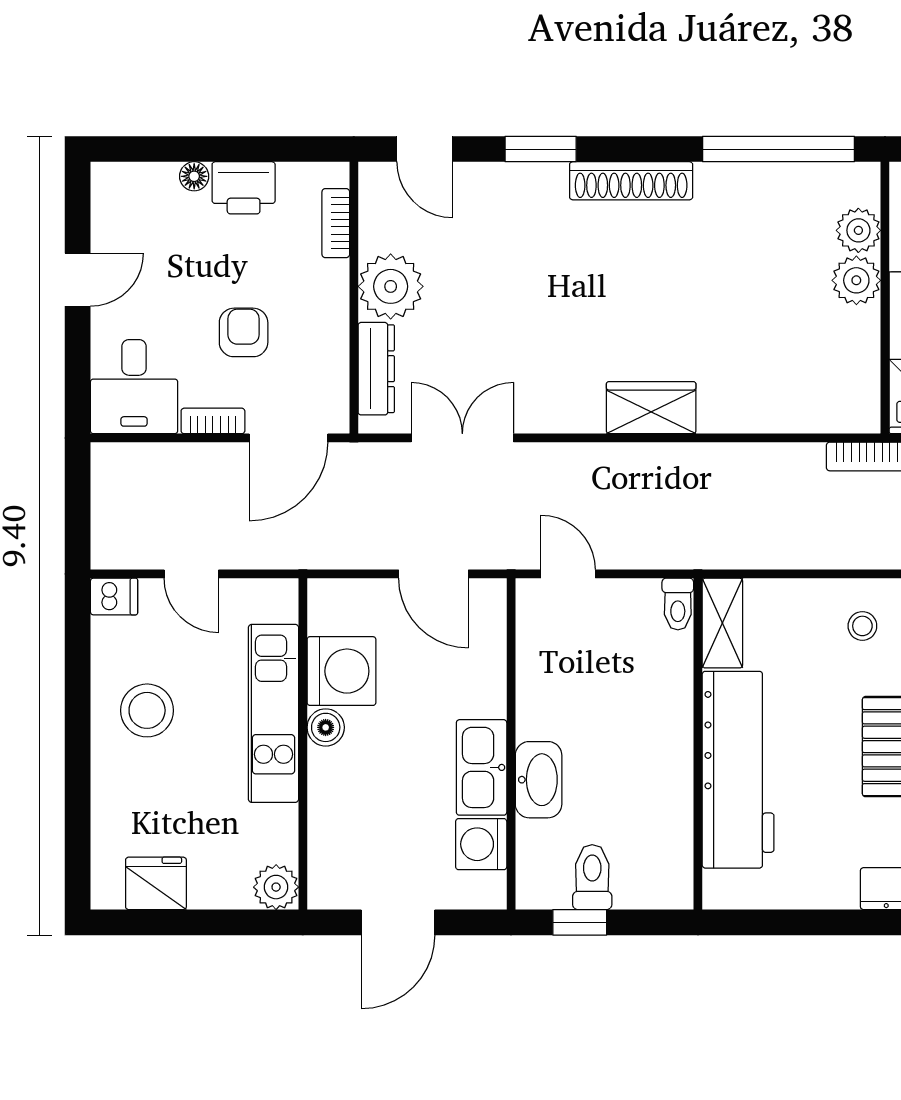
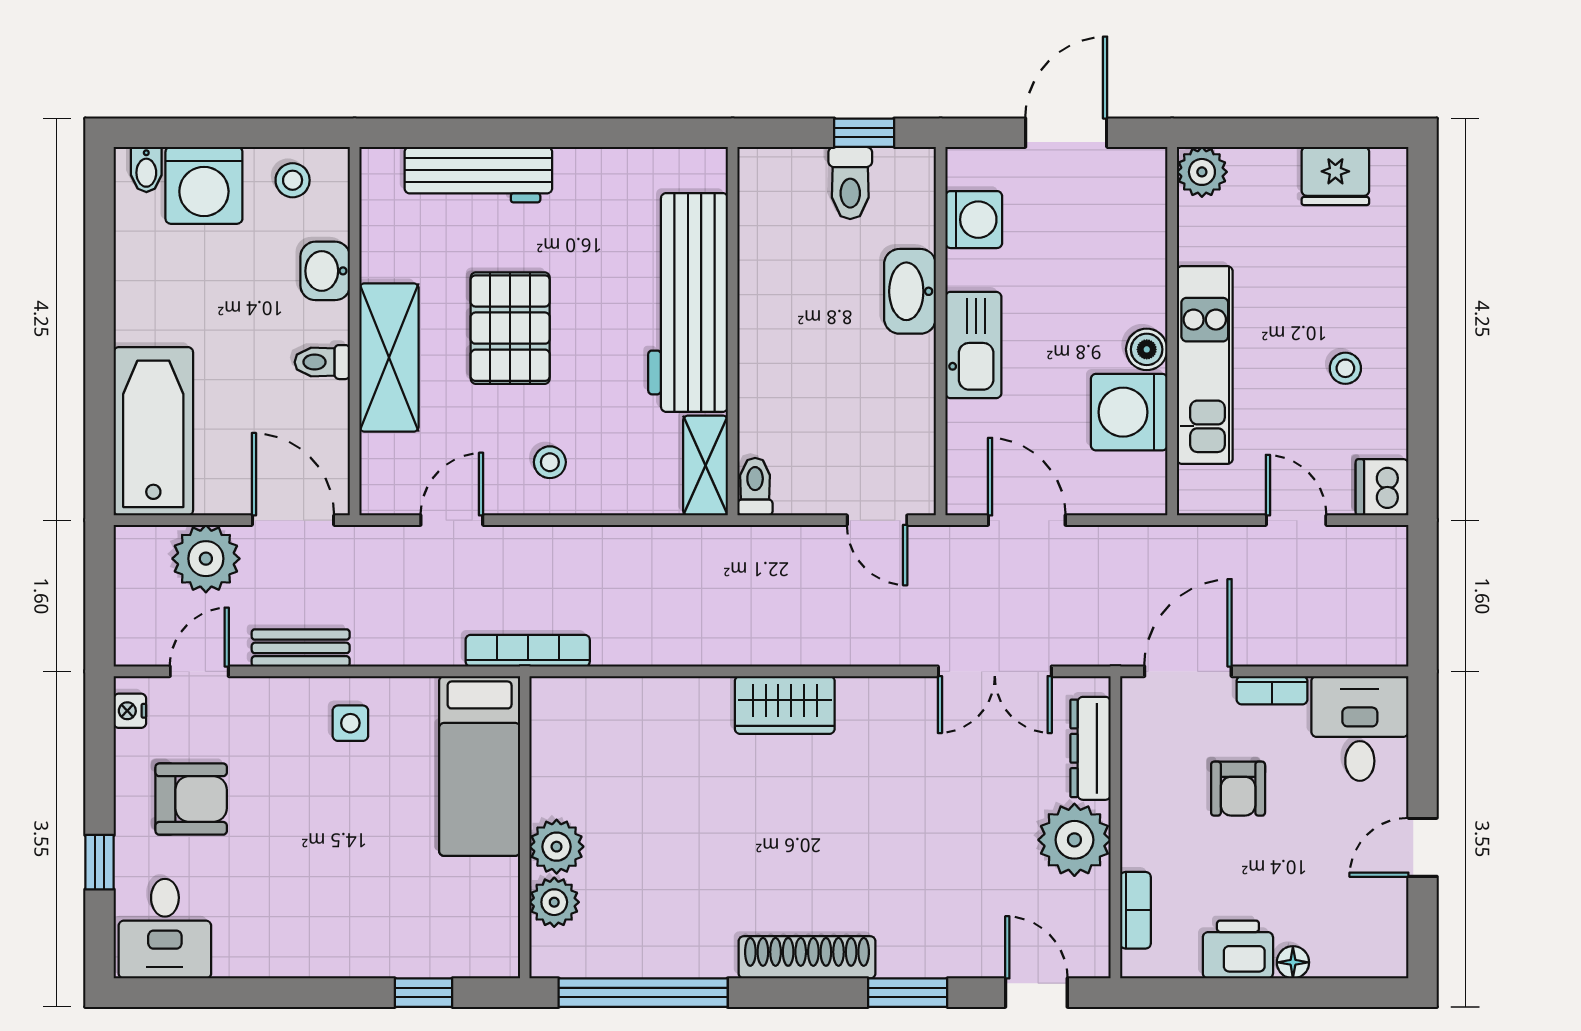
dishwasher: (114, 597) -> (1382, 487), width x1.38
stool: (147, 710) -> (1345, 368), width x0.53, depth x0.53
kitchen sink: (482, 767) -> (973, 345), moved

